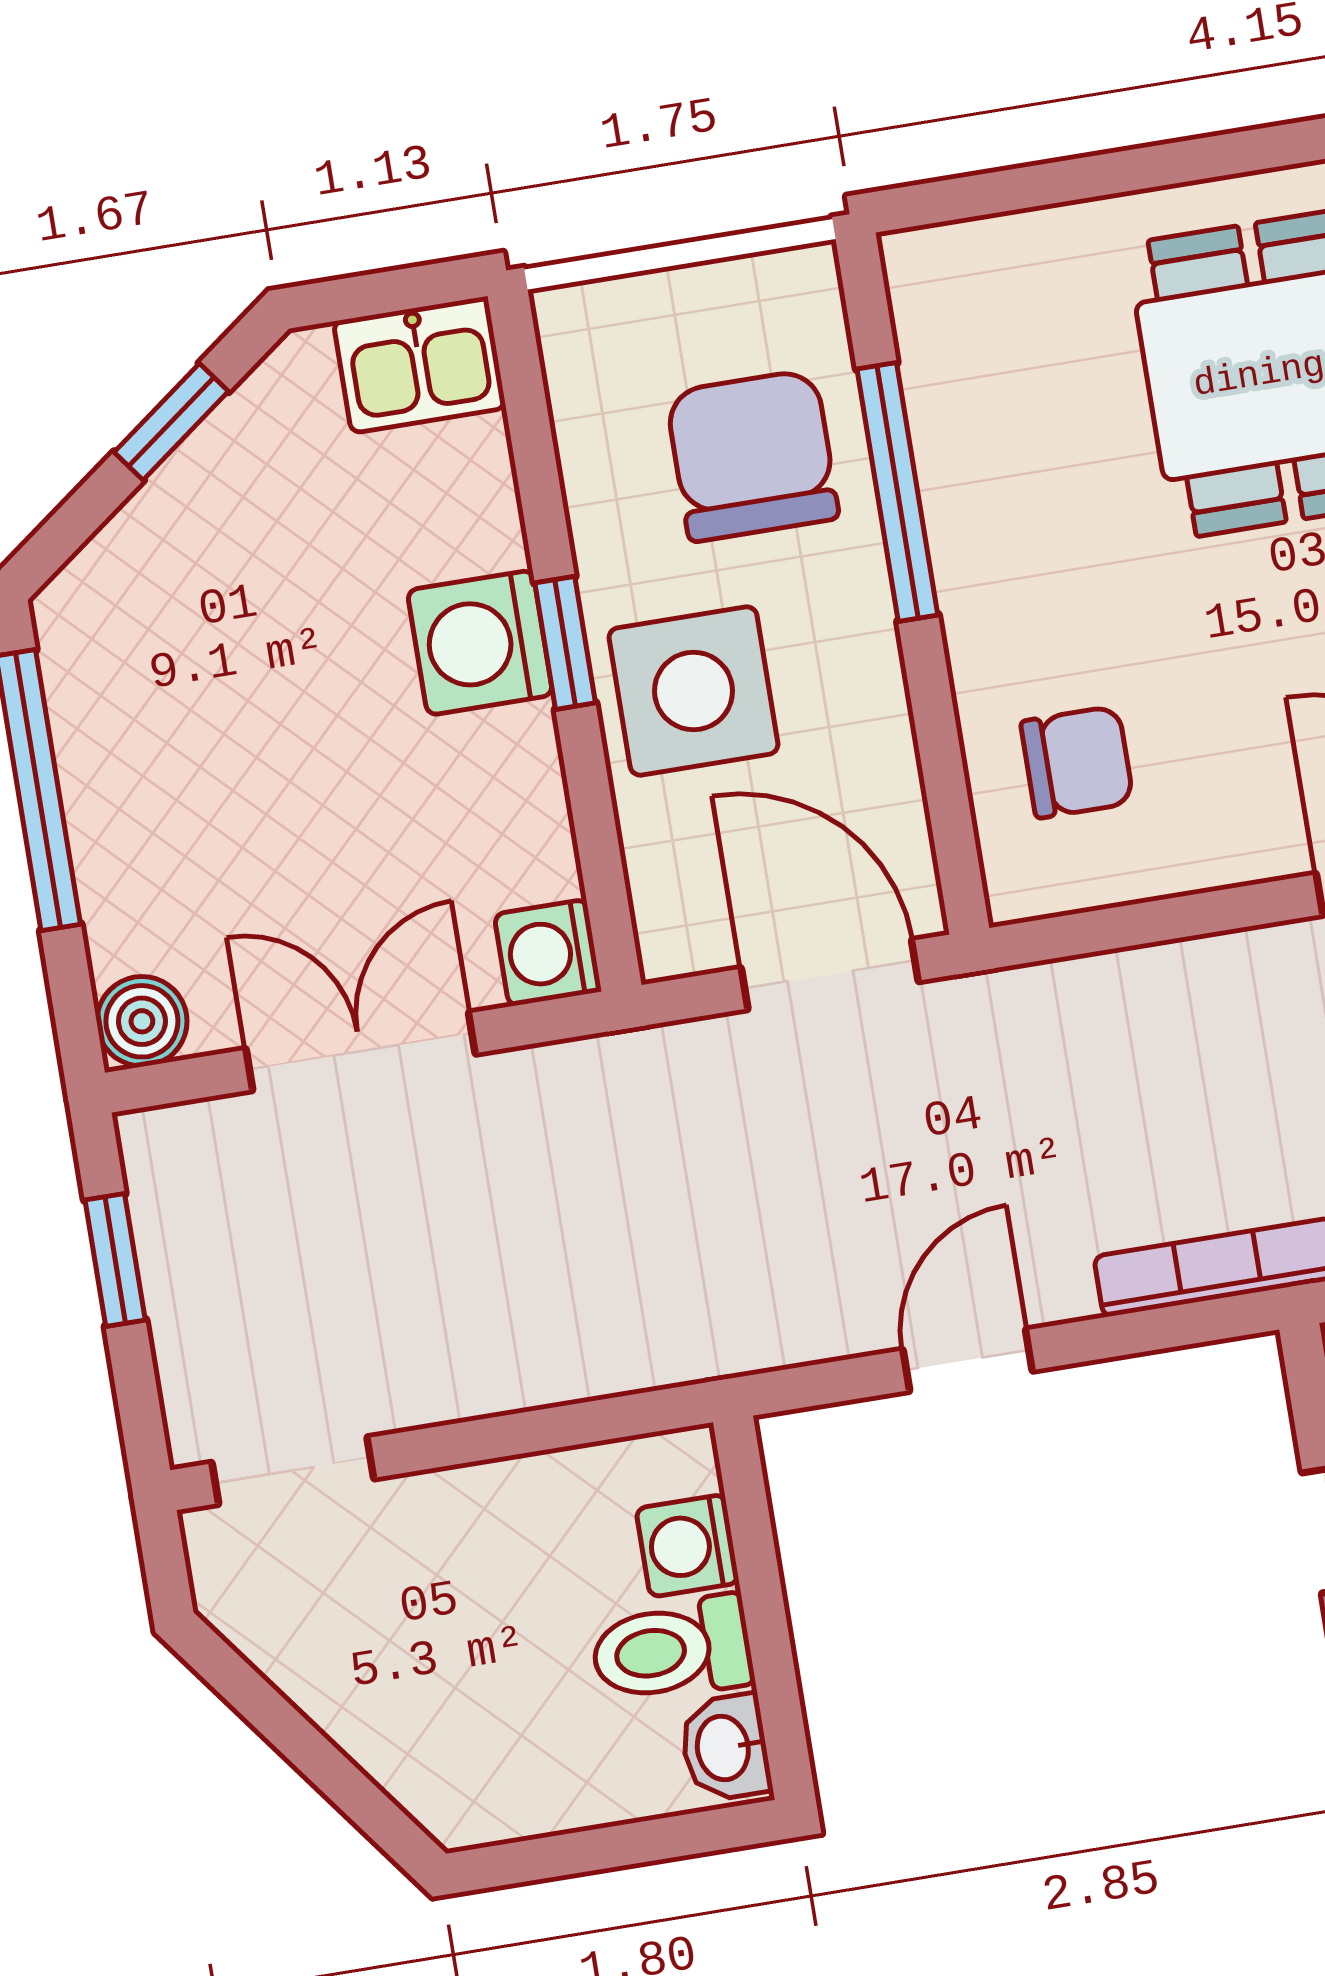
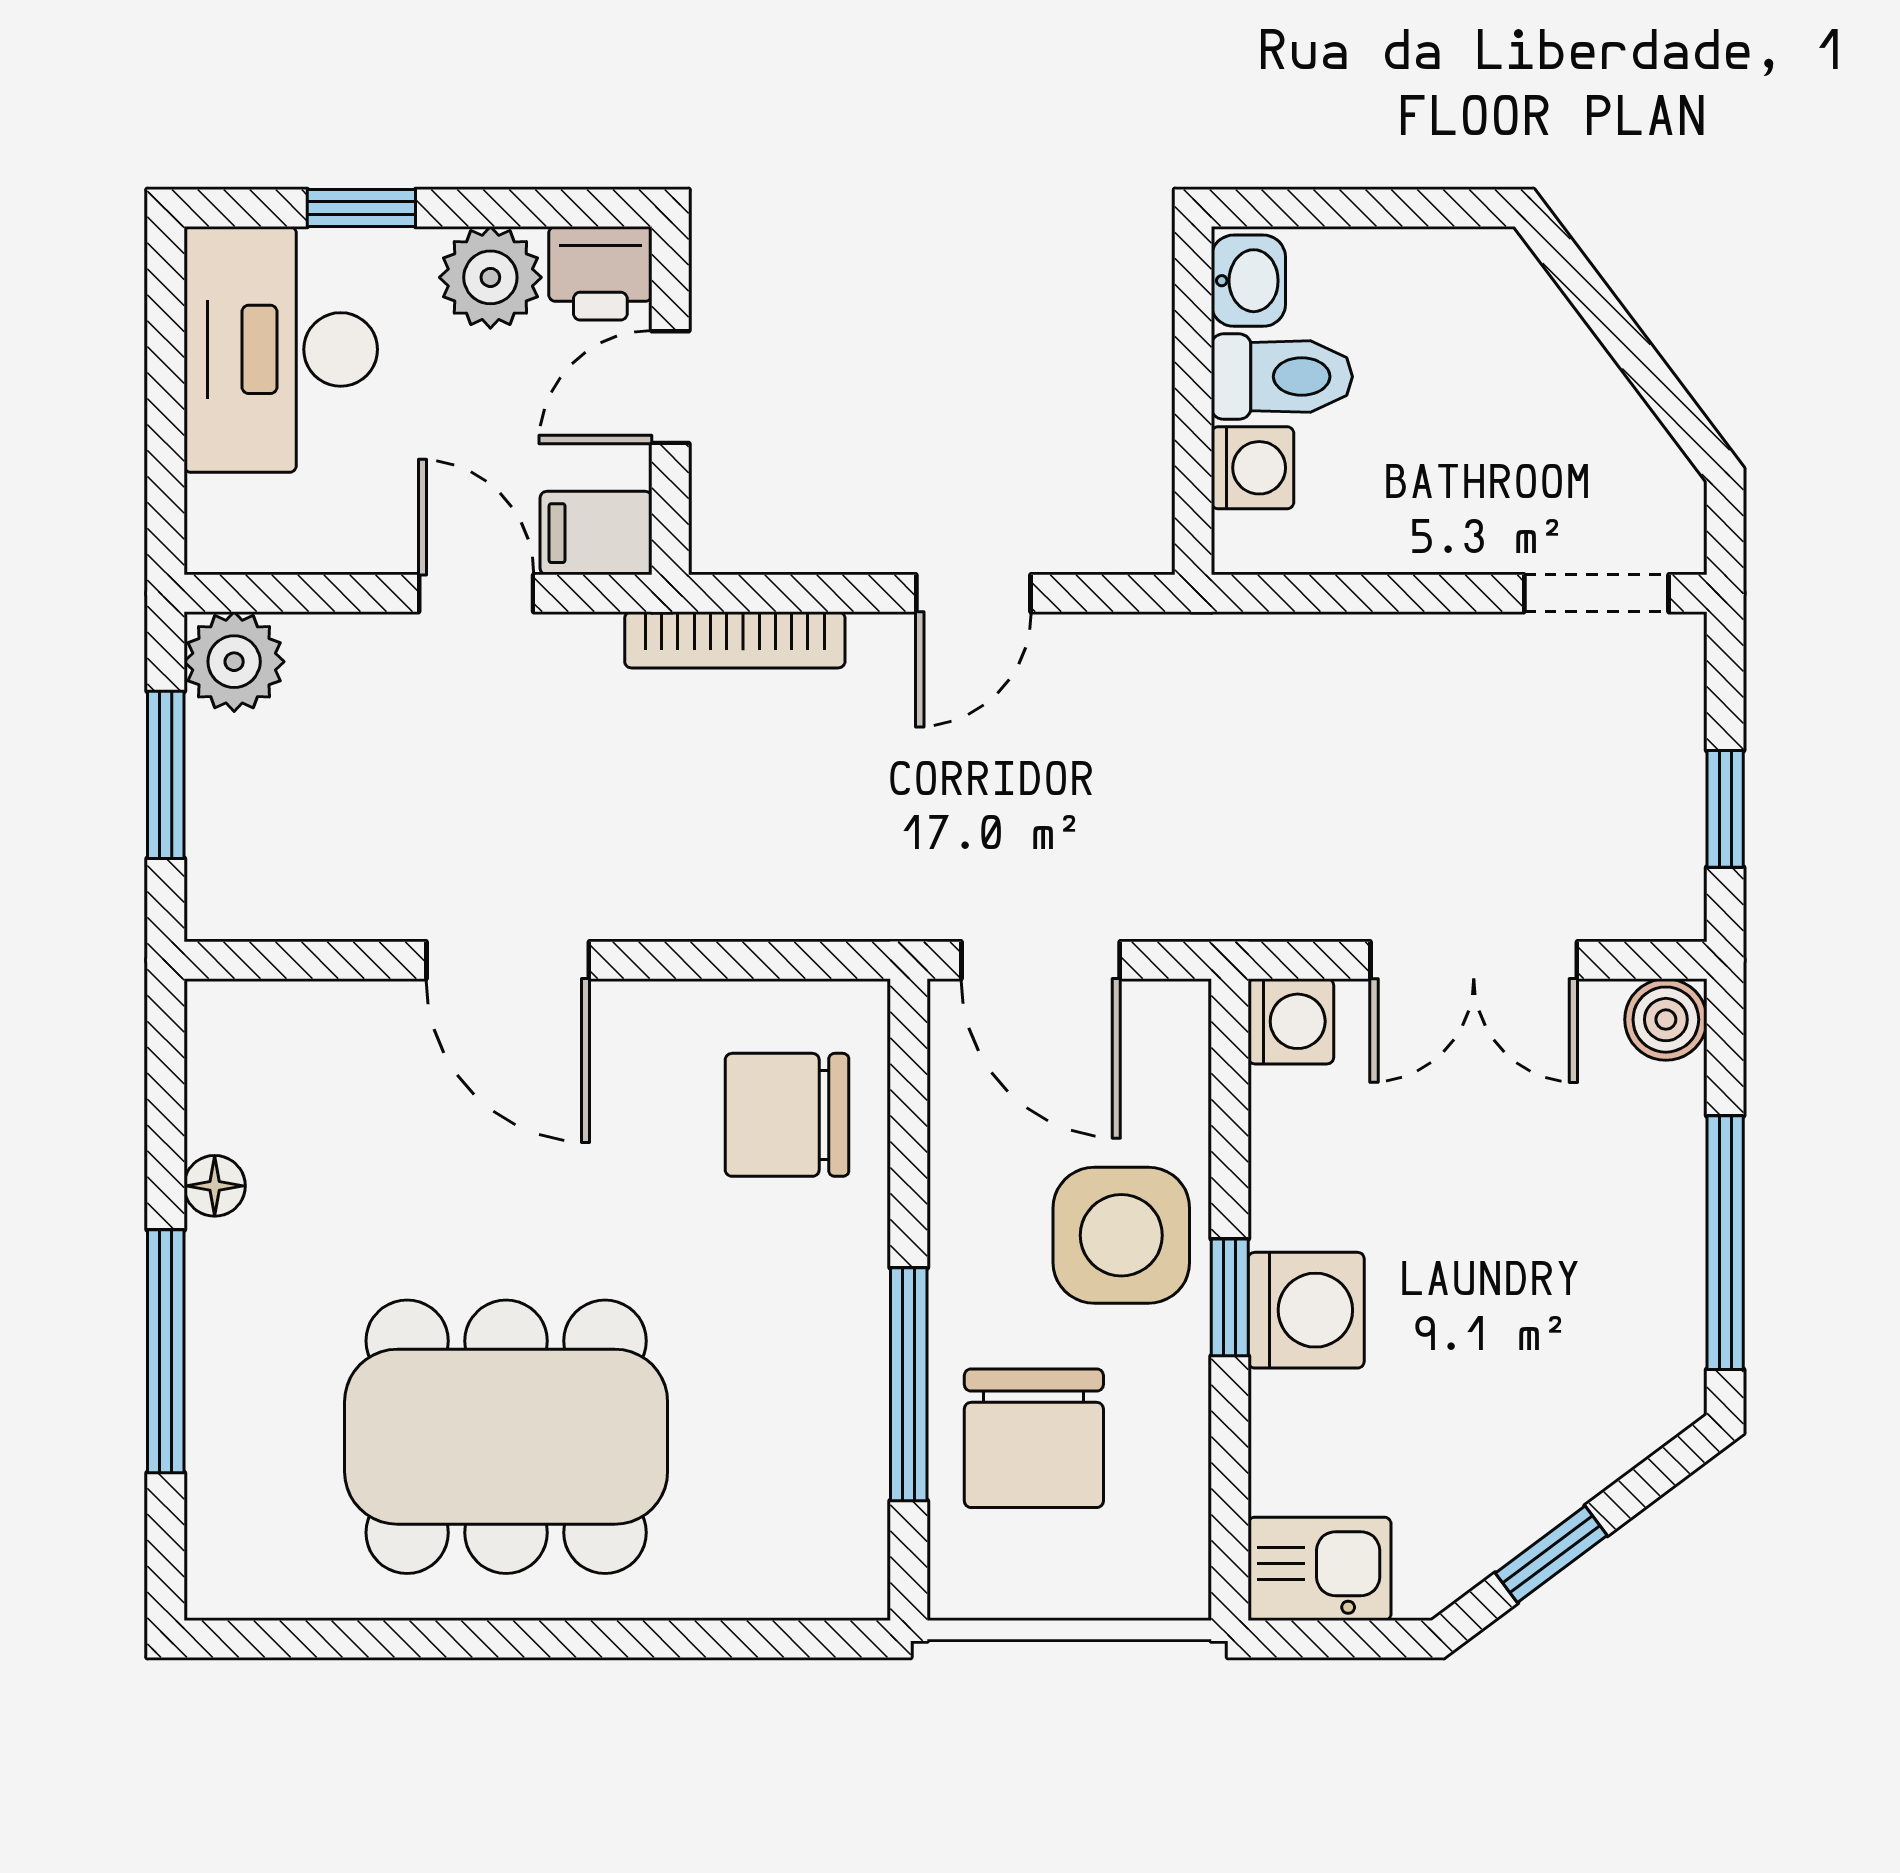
chair: (1077, 762) -> (787, 1115), width x1.37, depth x1.37

